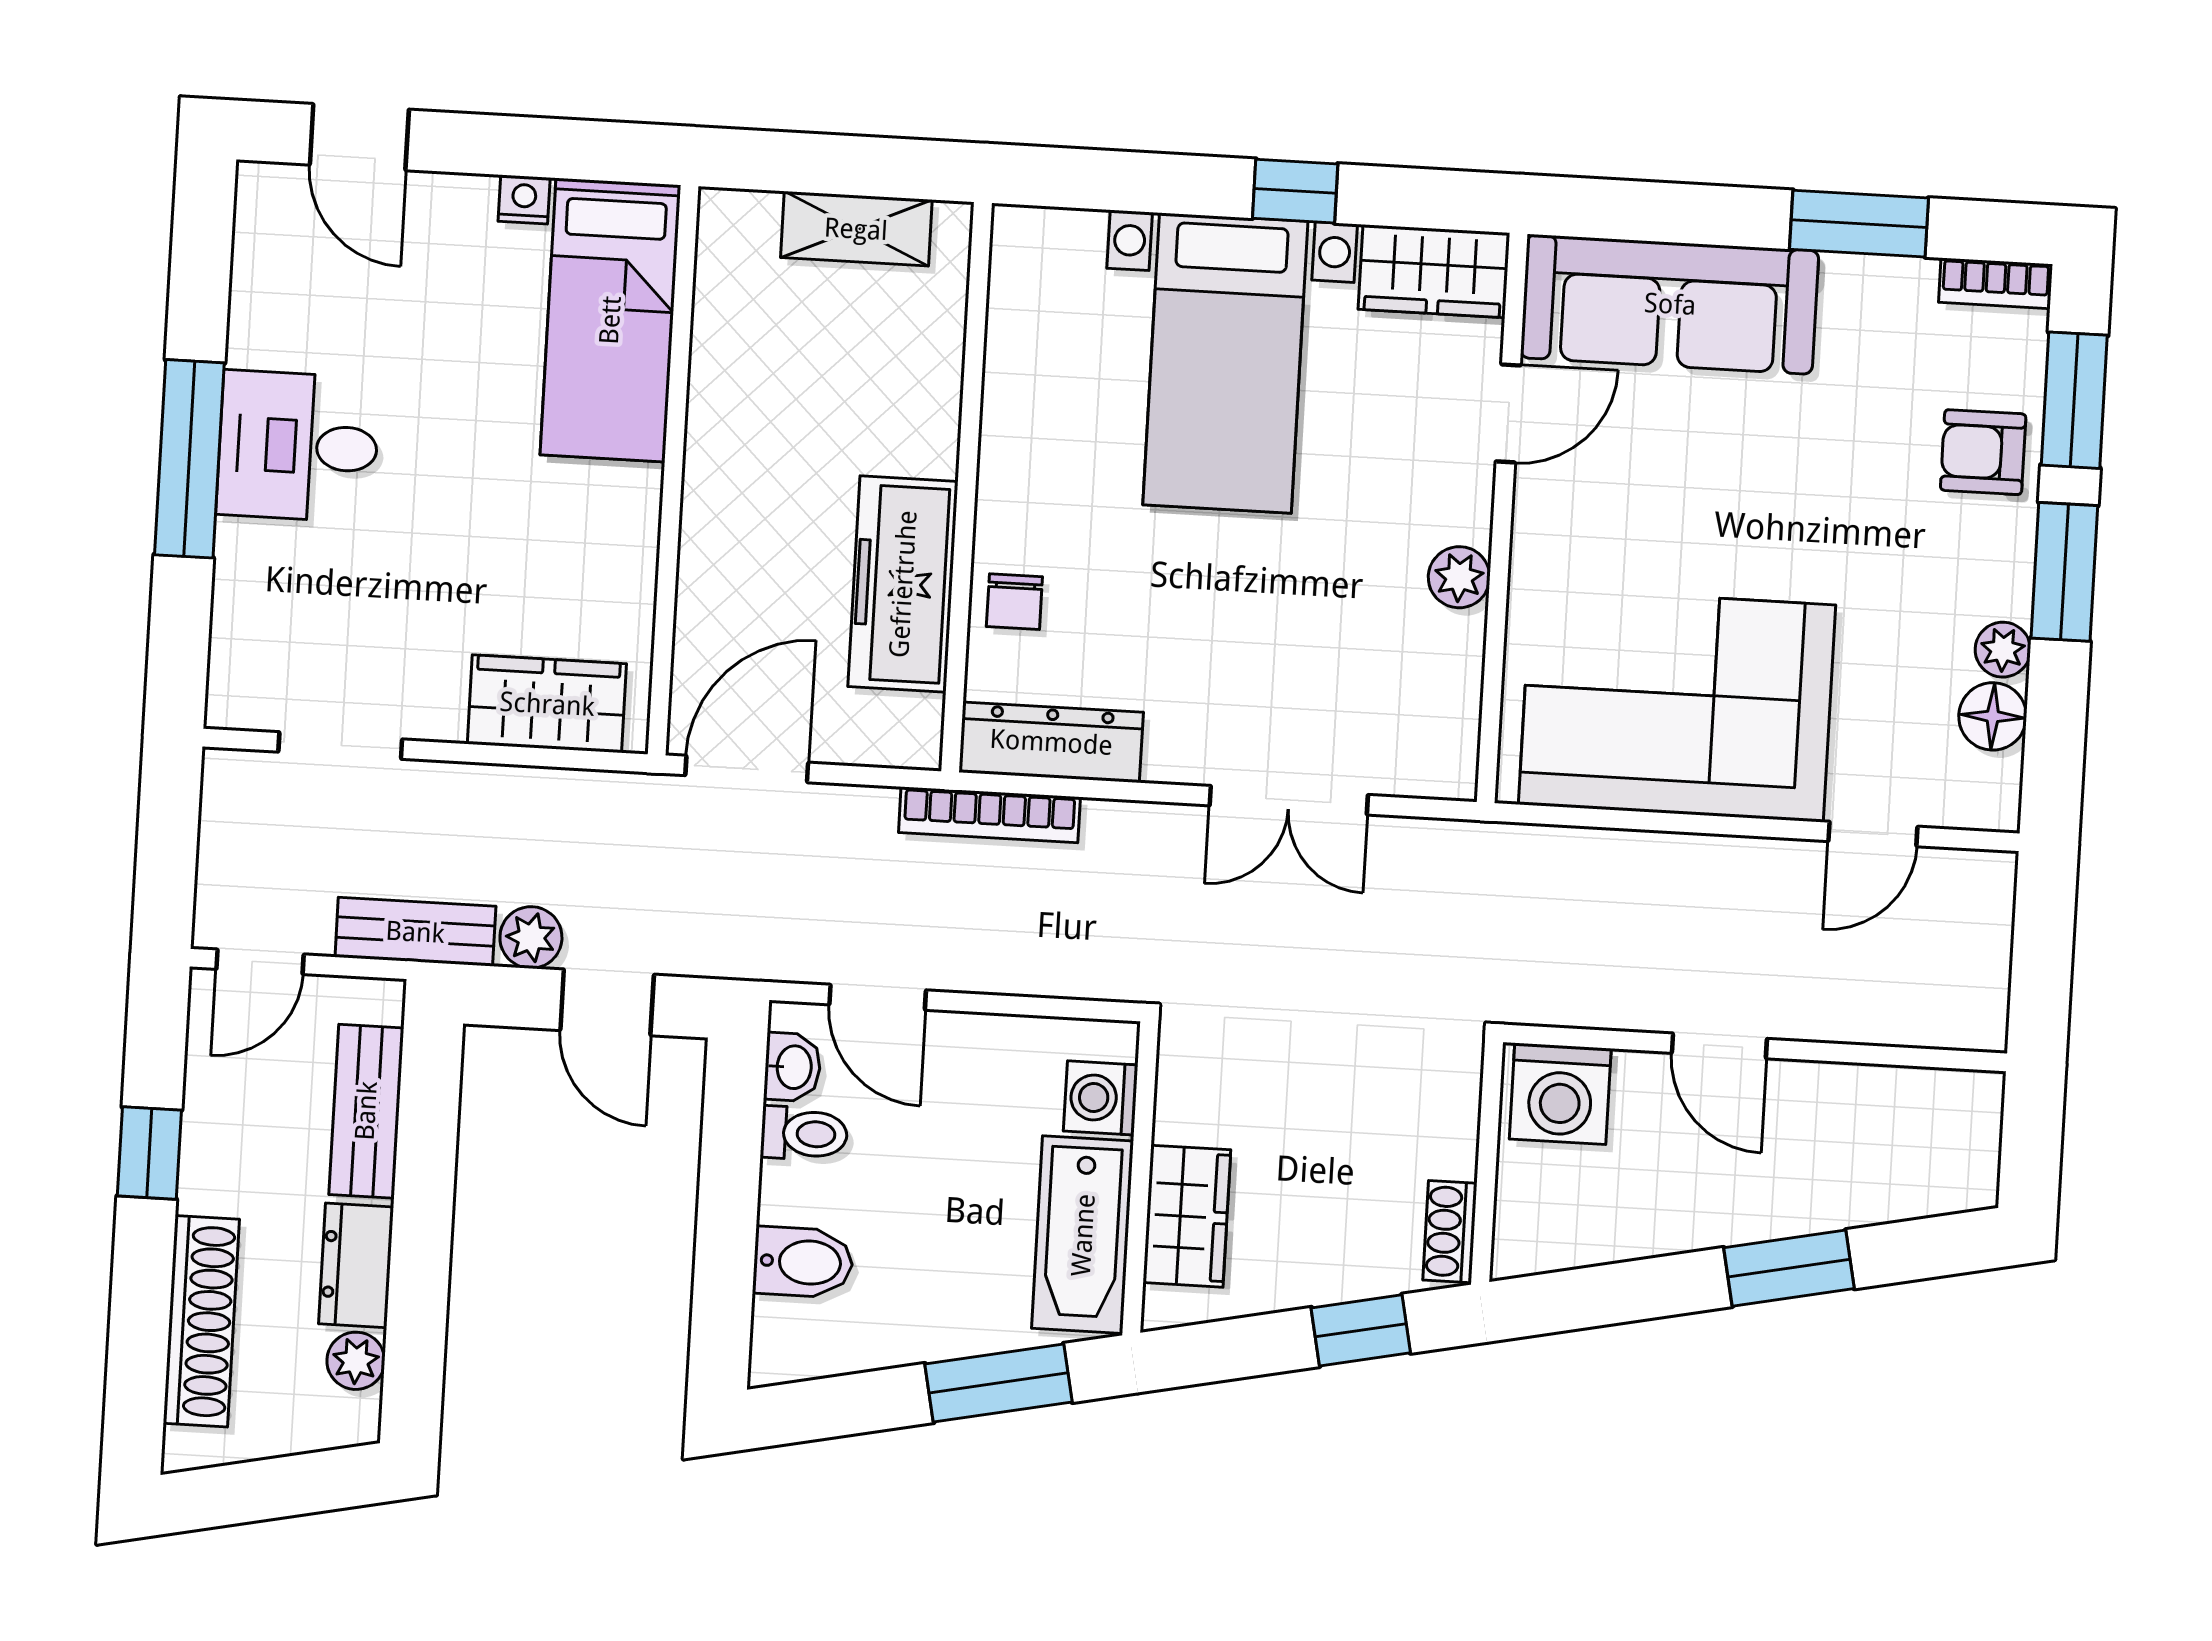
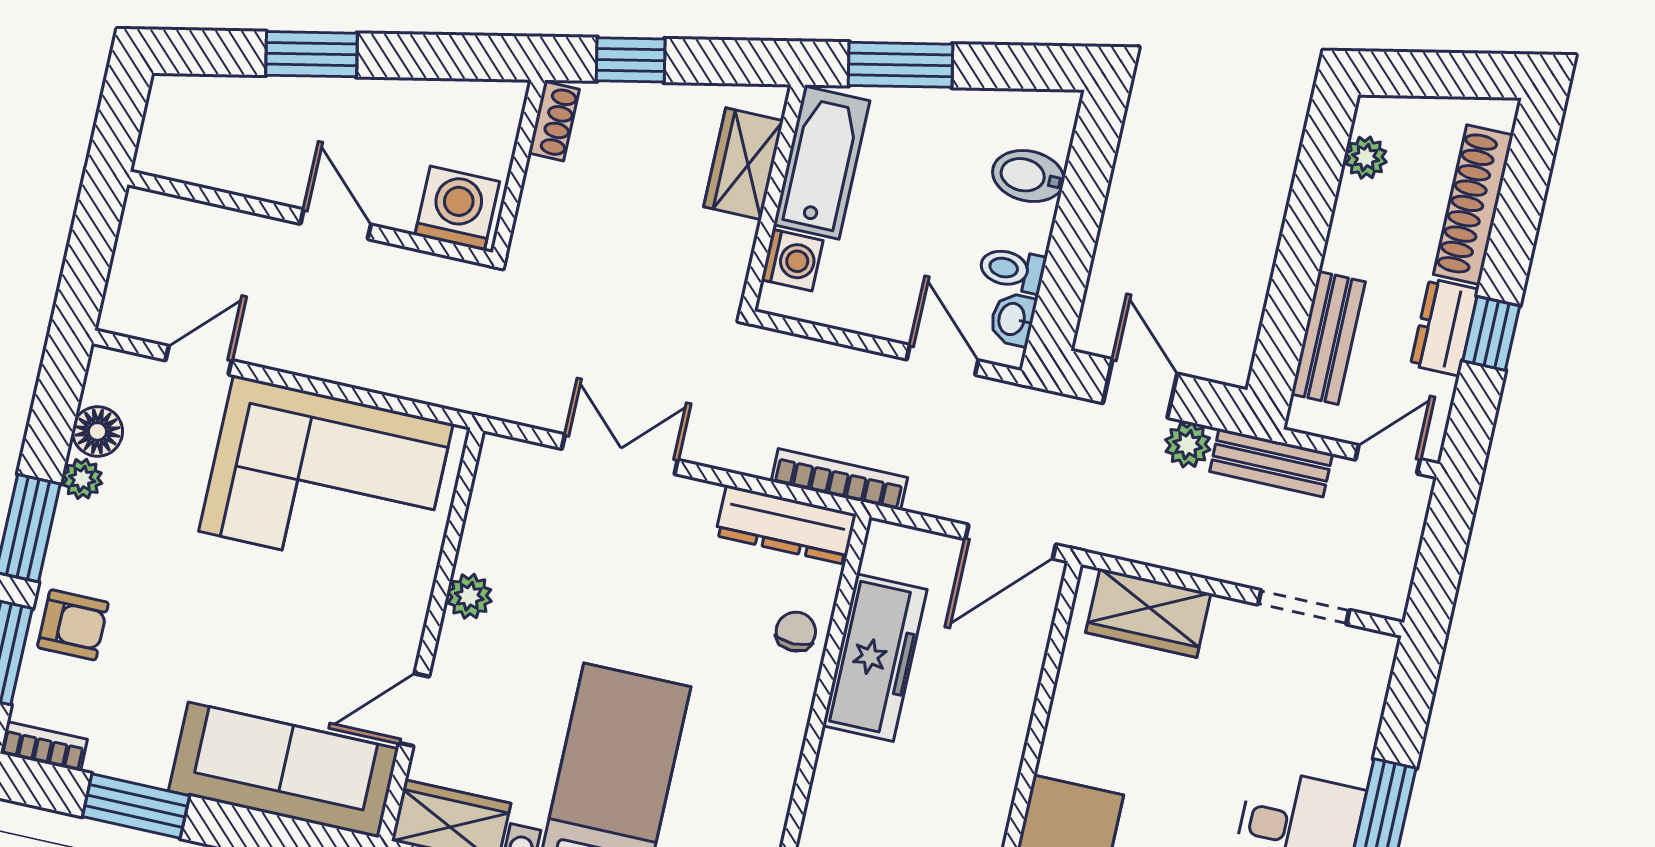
dresser: (356, 1265) -> (1445, 327), moved, turned 180

